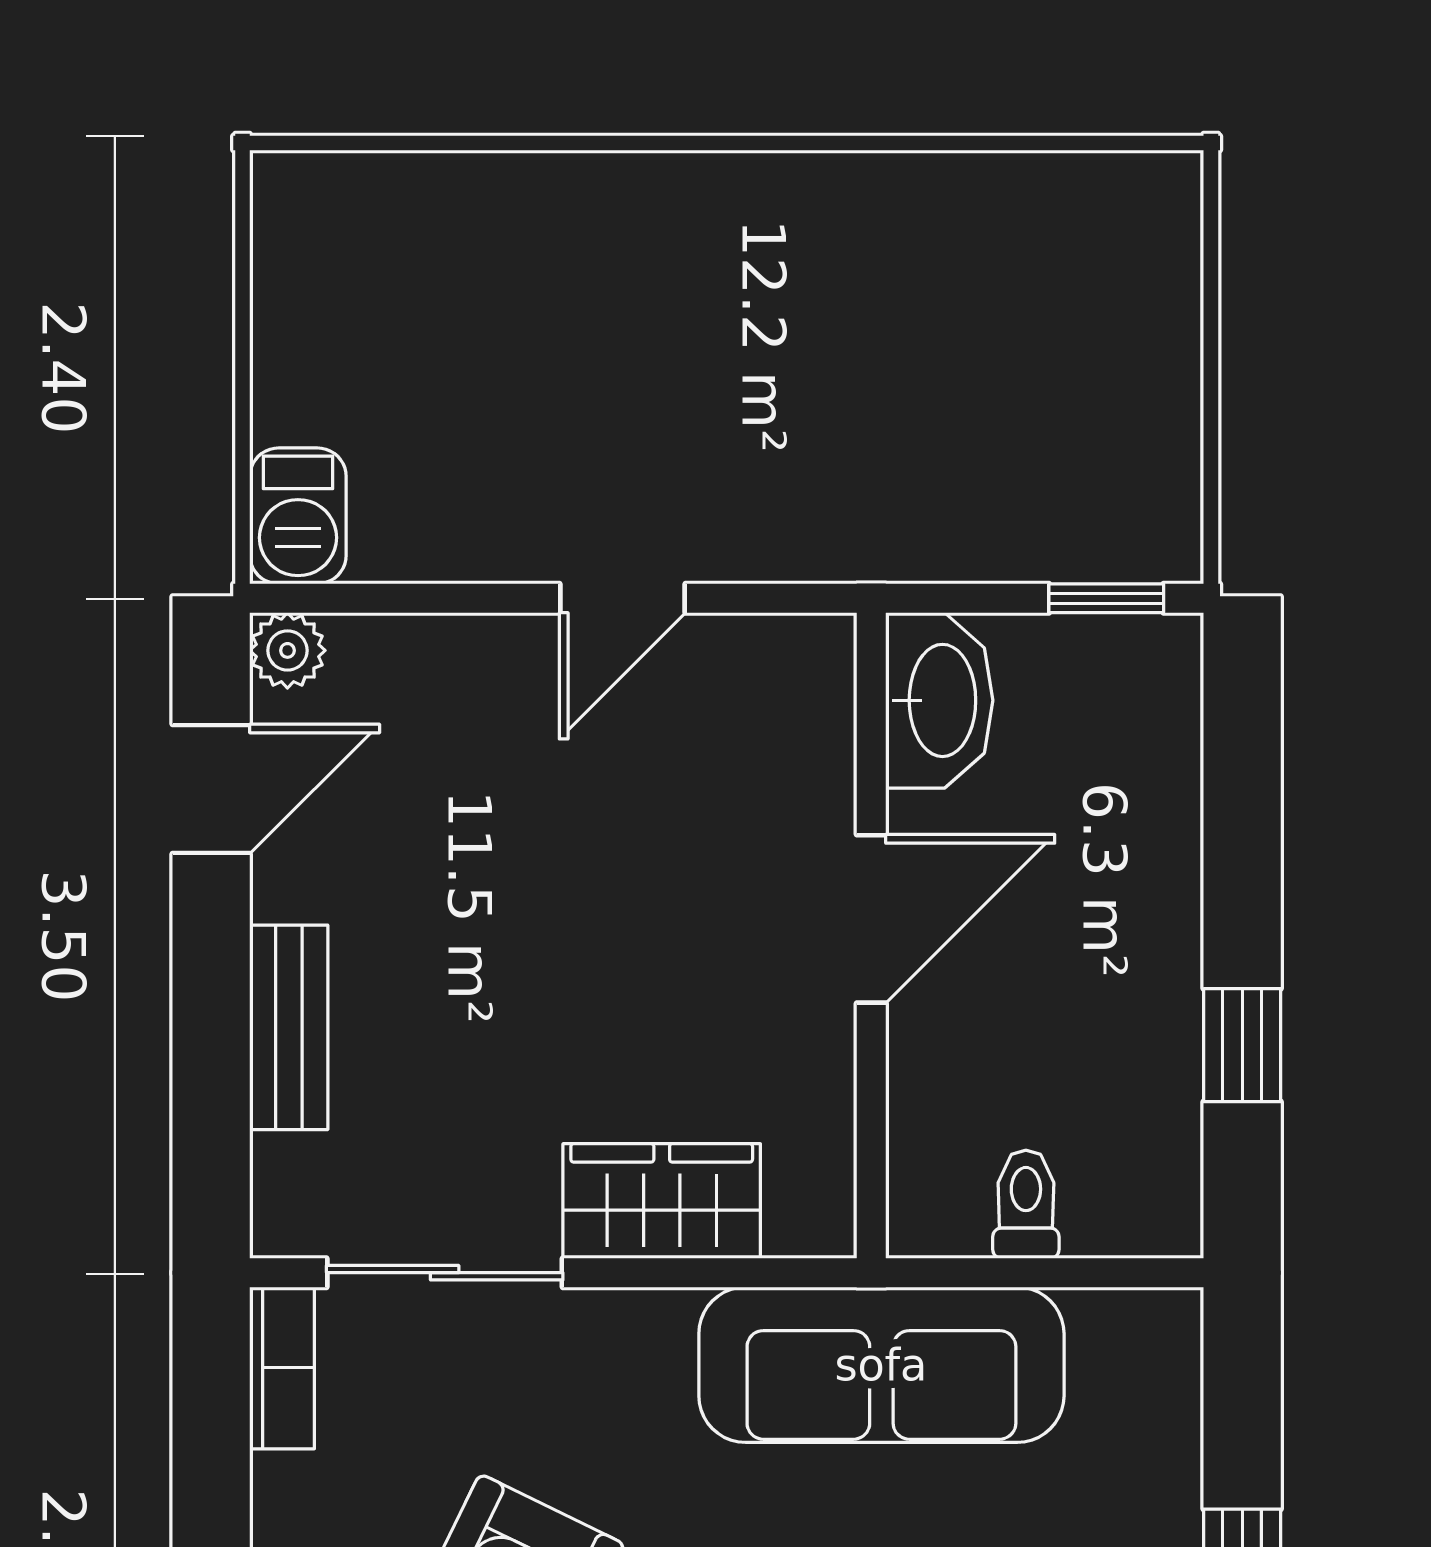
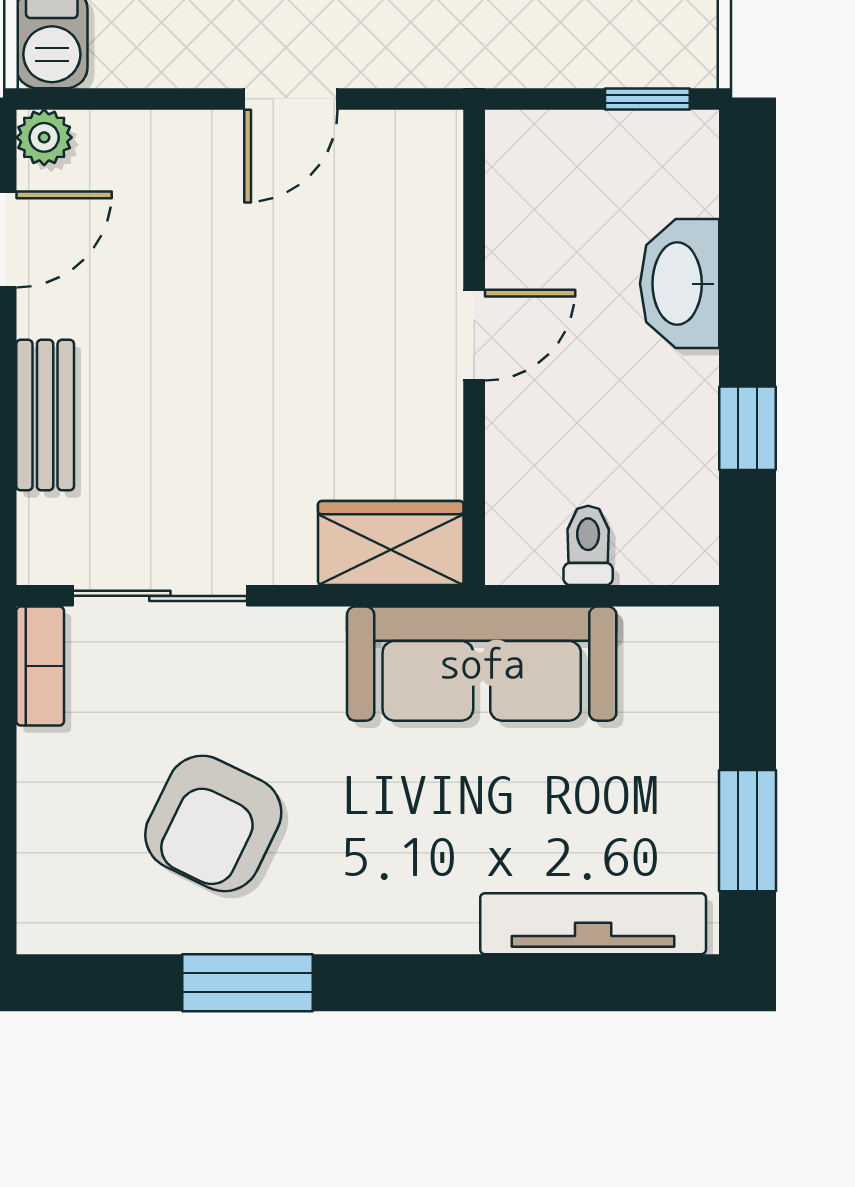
washbasin: (939, 700) -> (680, 284), moved, turned 180
door: (871, 919) -> (474, 335), width x0.73
wardrobe: (662, 1201) -> (391, 543), moved

